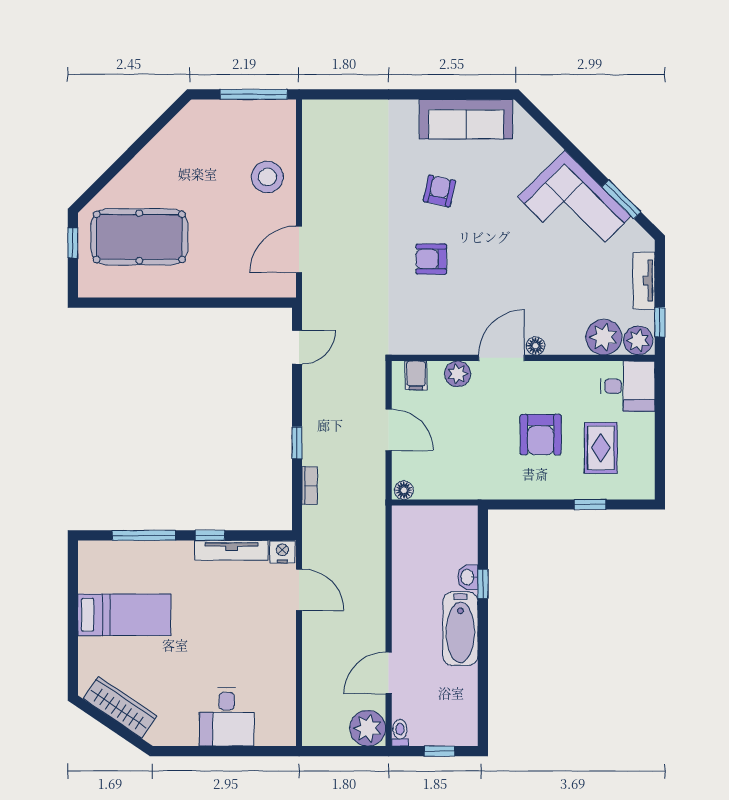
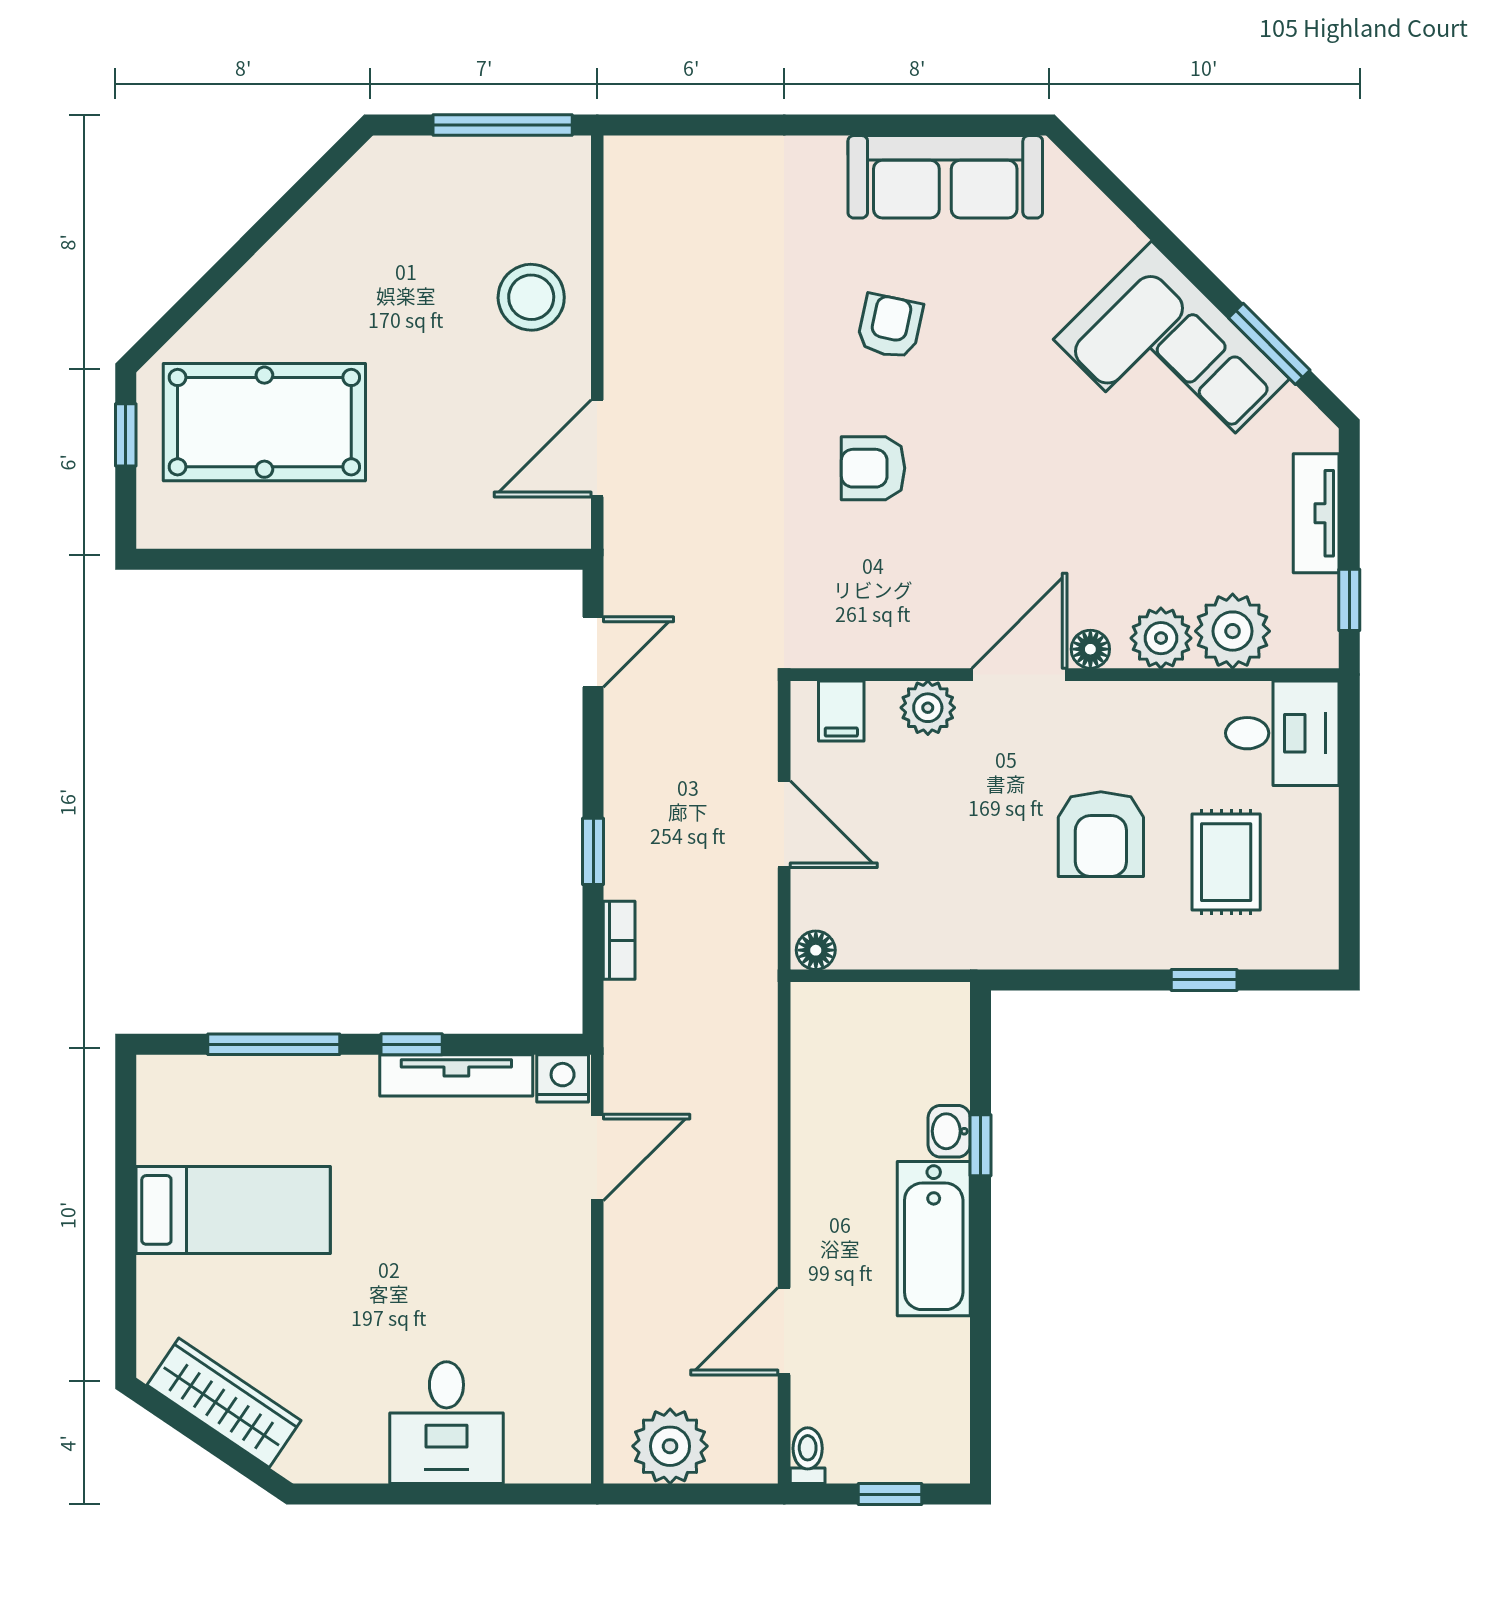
plant: (638, 340) -> (1161, 638), moved
door: (299, 590) -> (597, 1157), hinge flipped
plant: (368, 728) -> (670, 1446), moved

